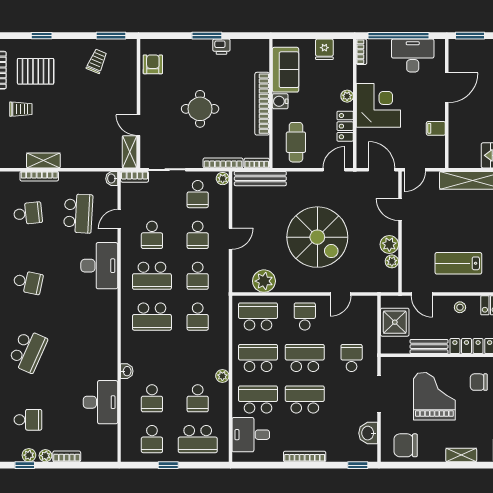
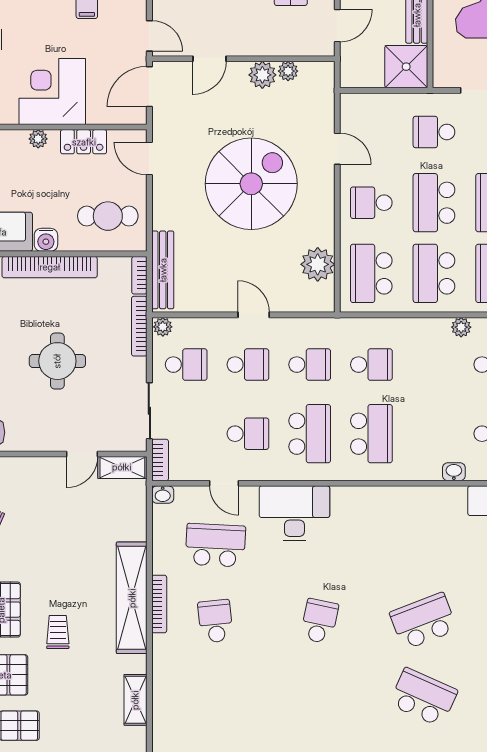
shelving: (43, 160) -> (132, 598), width x2.20, depth x1.33
shower: (395, 322) -> (406, 67), moved
school desk: (28, 351) -> (423, 621), turned -45

